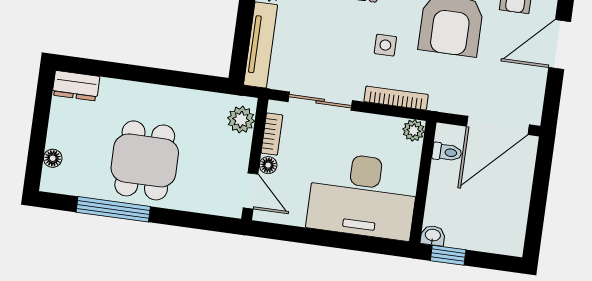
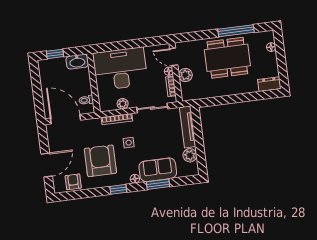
plant: (241, 120) -> (185, 75), moved
door: (498, 125) -> (65, 119), hinge flipped
plant: (414, 130) -> (123, 104), moved
dining table: (145, 160) -> (227, 58), width x1.37
washbasin: (433, 236) -> (77, 62), width x1.91, depth x1.45
window: (448, 255) -> (55, 54), moved

